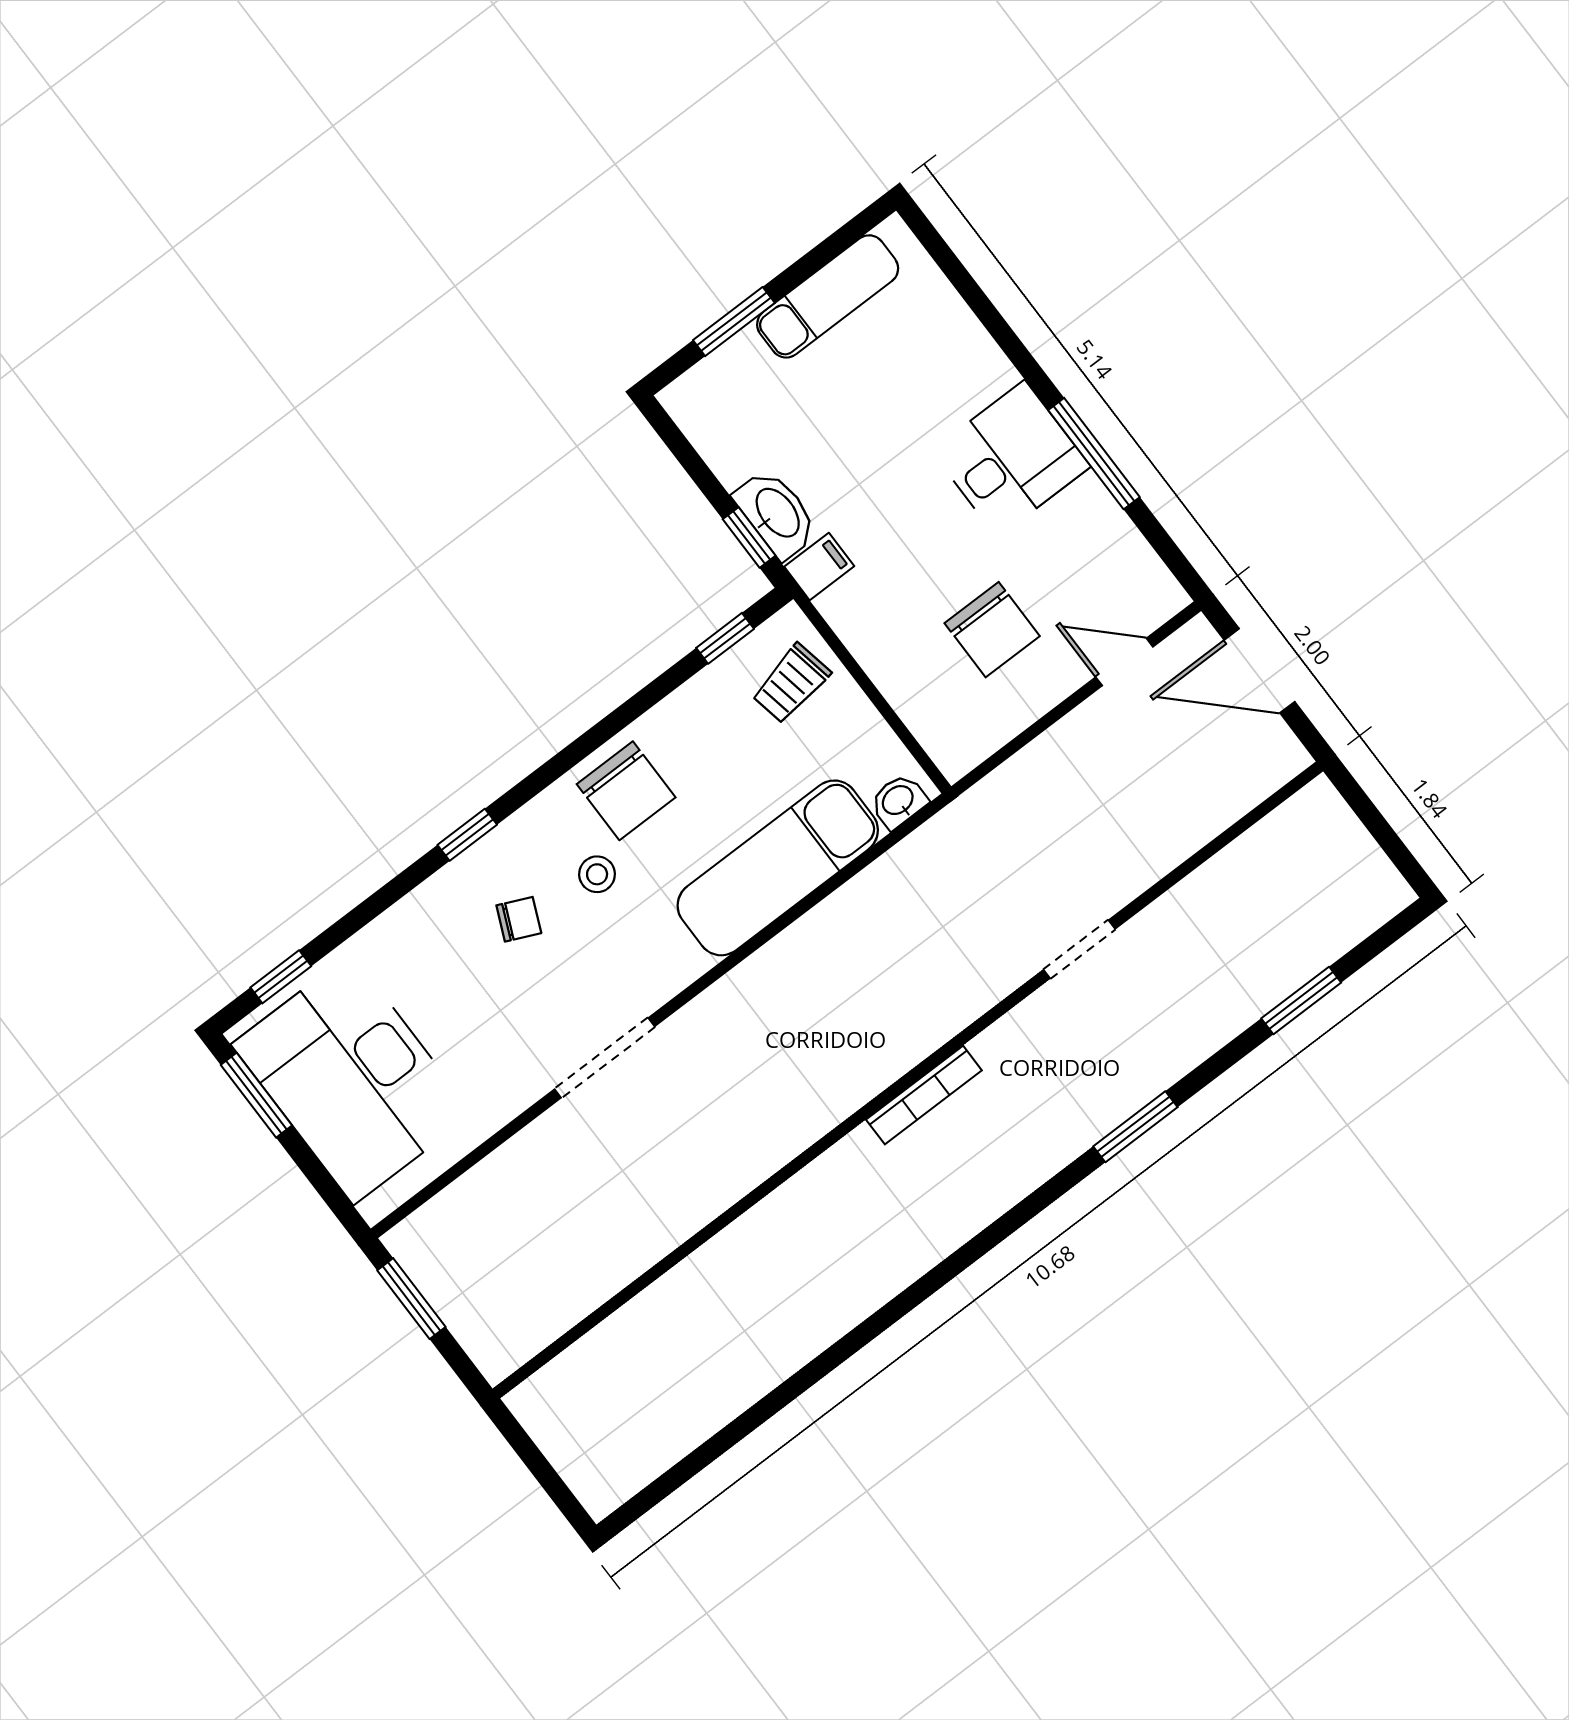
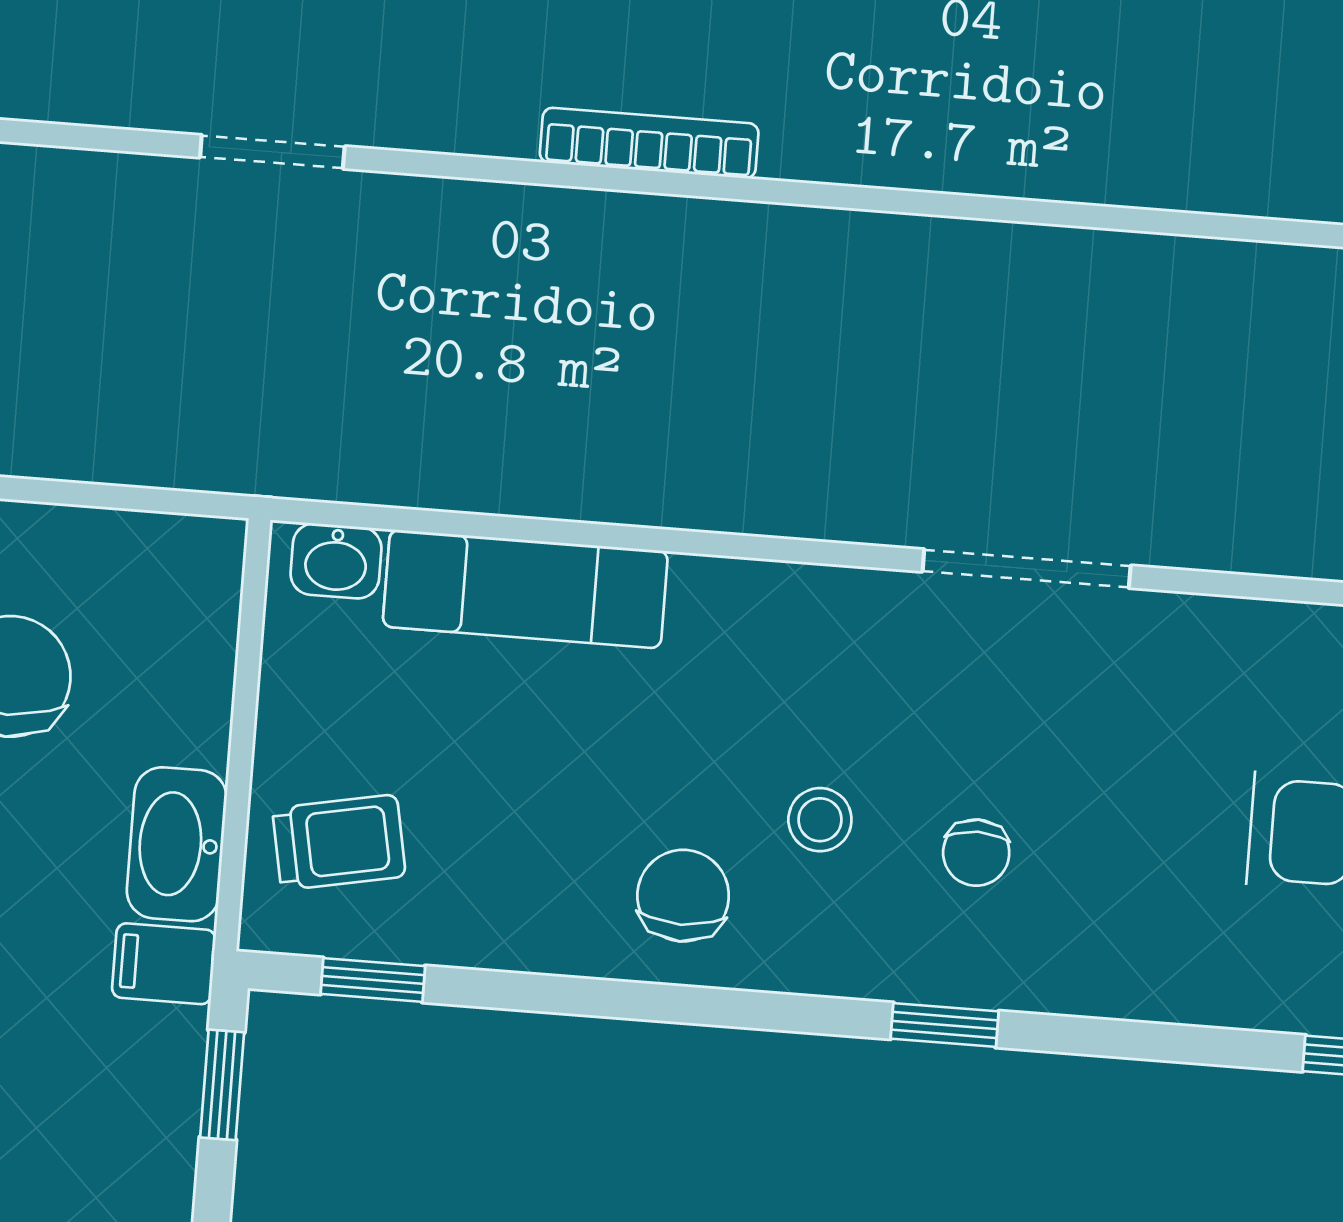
washbasin: (776, 514) -> (177, 844), moved
chair: (626, 791) -> (683, 896), width x0.73, depth x0.73
exam couch: (778, 868) -> (525, 589), width x0.73, depth x0.69
chair: (519, 919) -> (976, 853), turned -114

